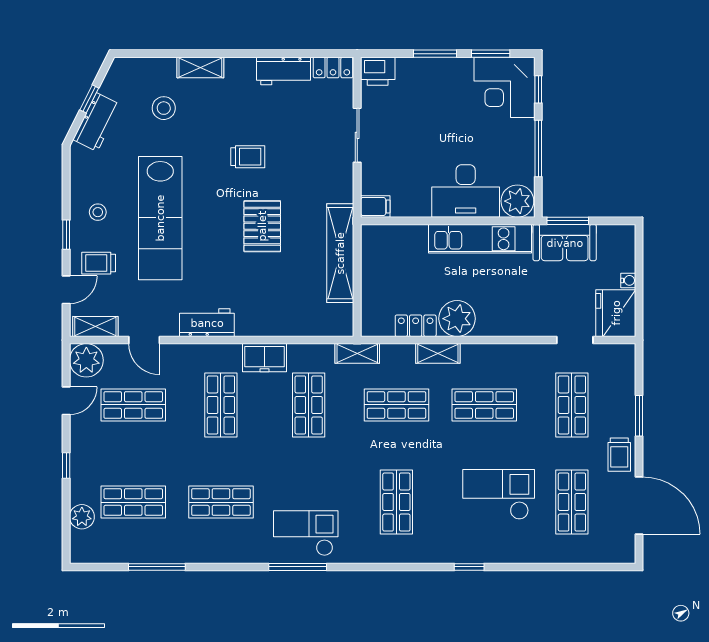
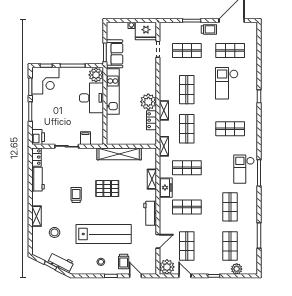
filing cabinet: (375, 206) -> (85, 138), moved
shelving: (95, 326) -> (152, 179), moved

